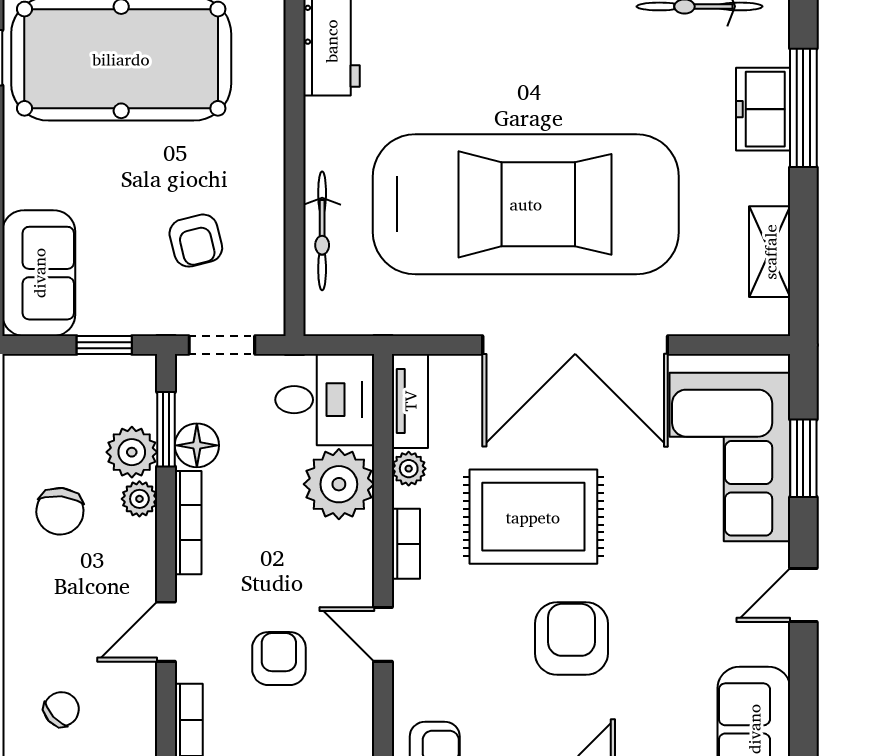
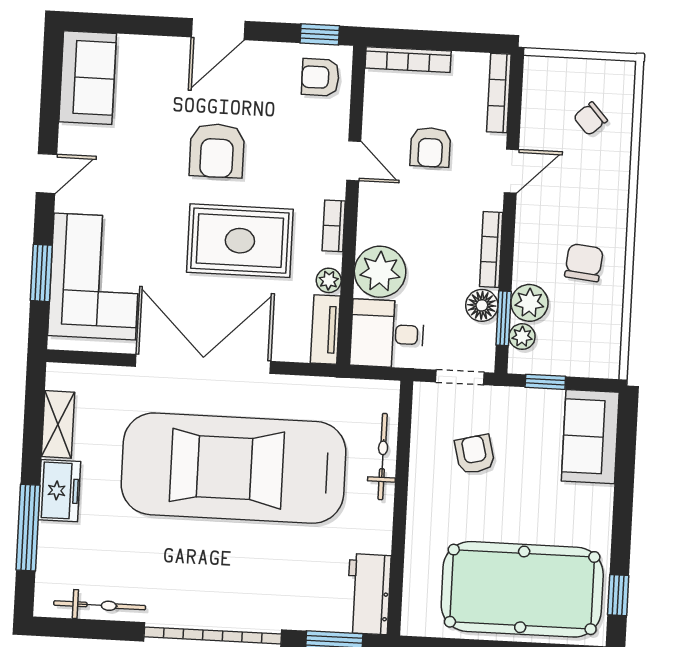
freezer: (763, 109) -> (59, 491), moved
plant: (139, 499) -> (522, 337), moved

